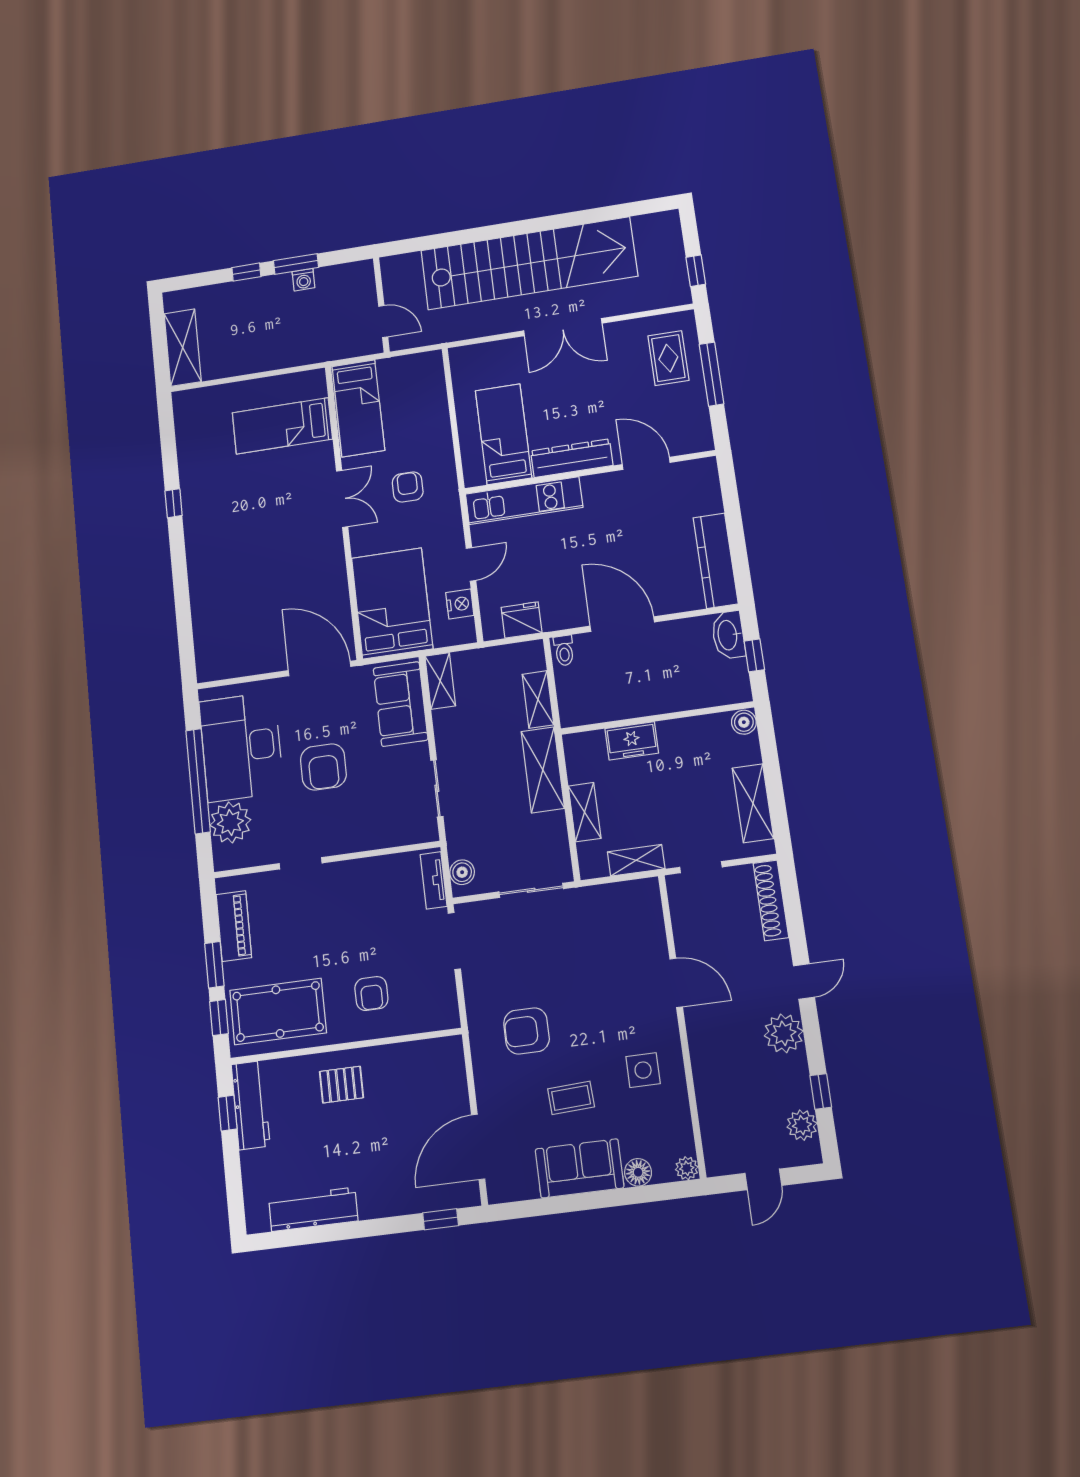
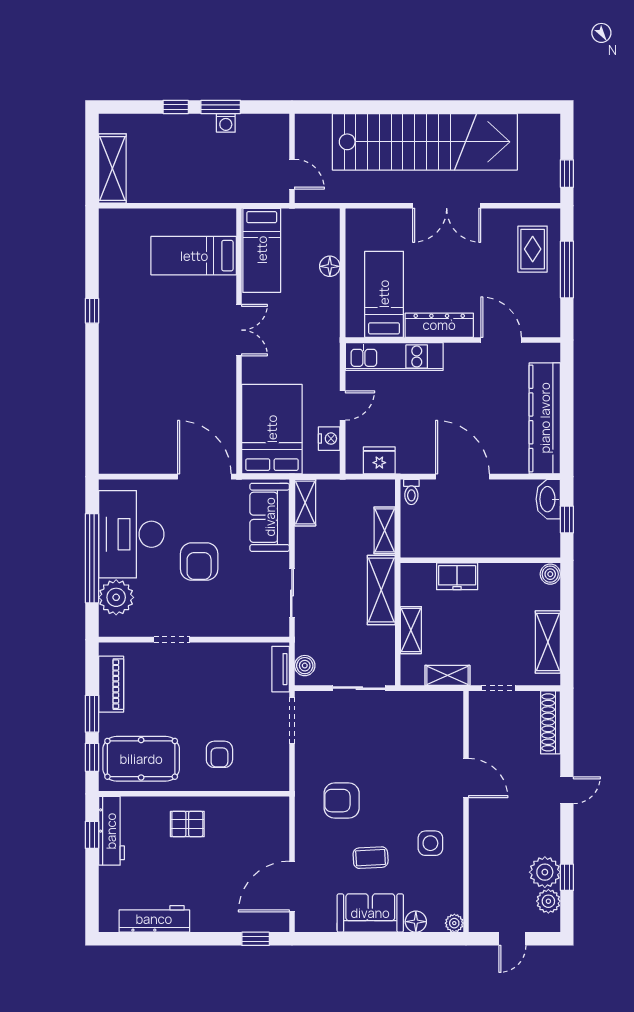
floor lamp: (438, 413) -> (330, 266), added
armchair: (408, 487) -> (297, 329), removed
kitchen counter: (716, 561) -> (545, 418), width x1.39, depth x1.17
plant: (784, 1033) -> (545, 872), moved

